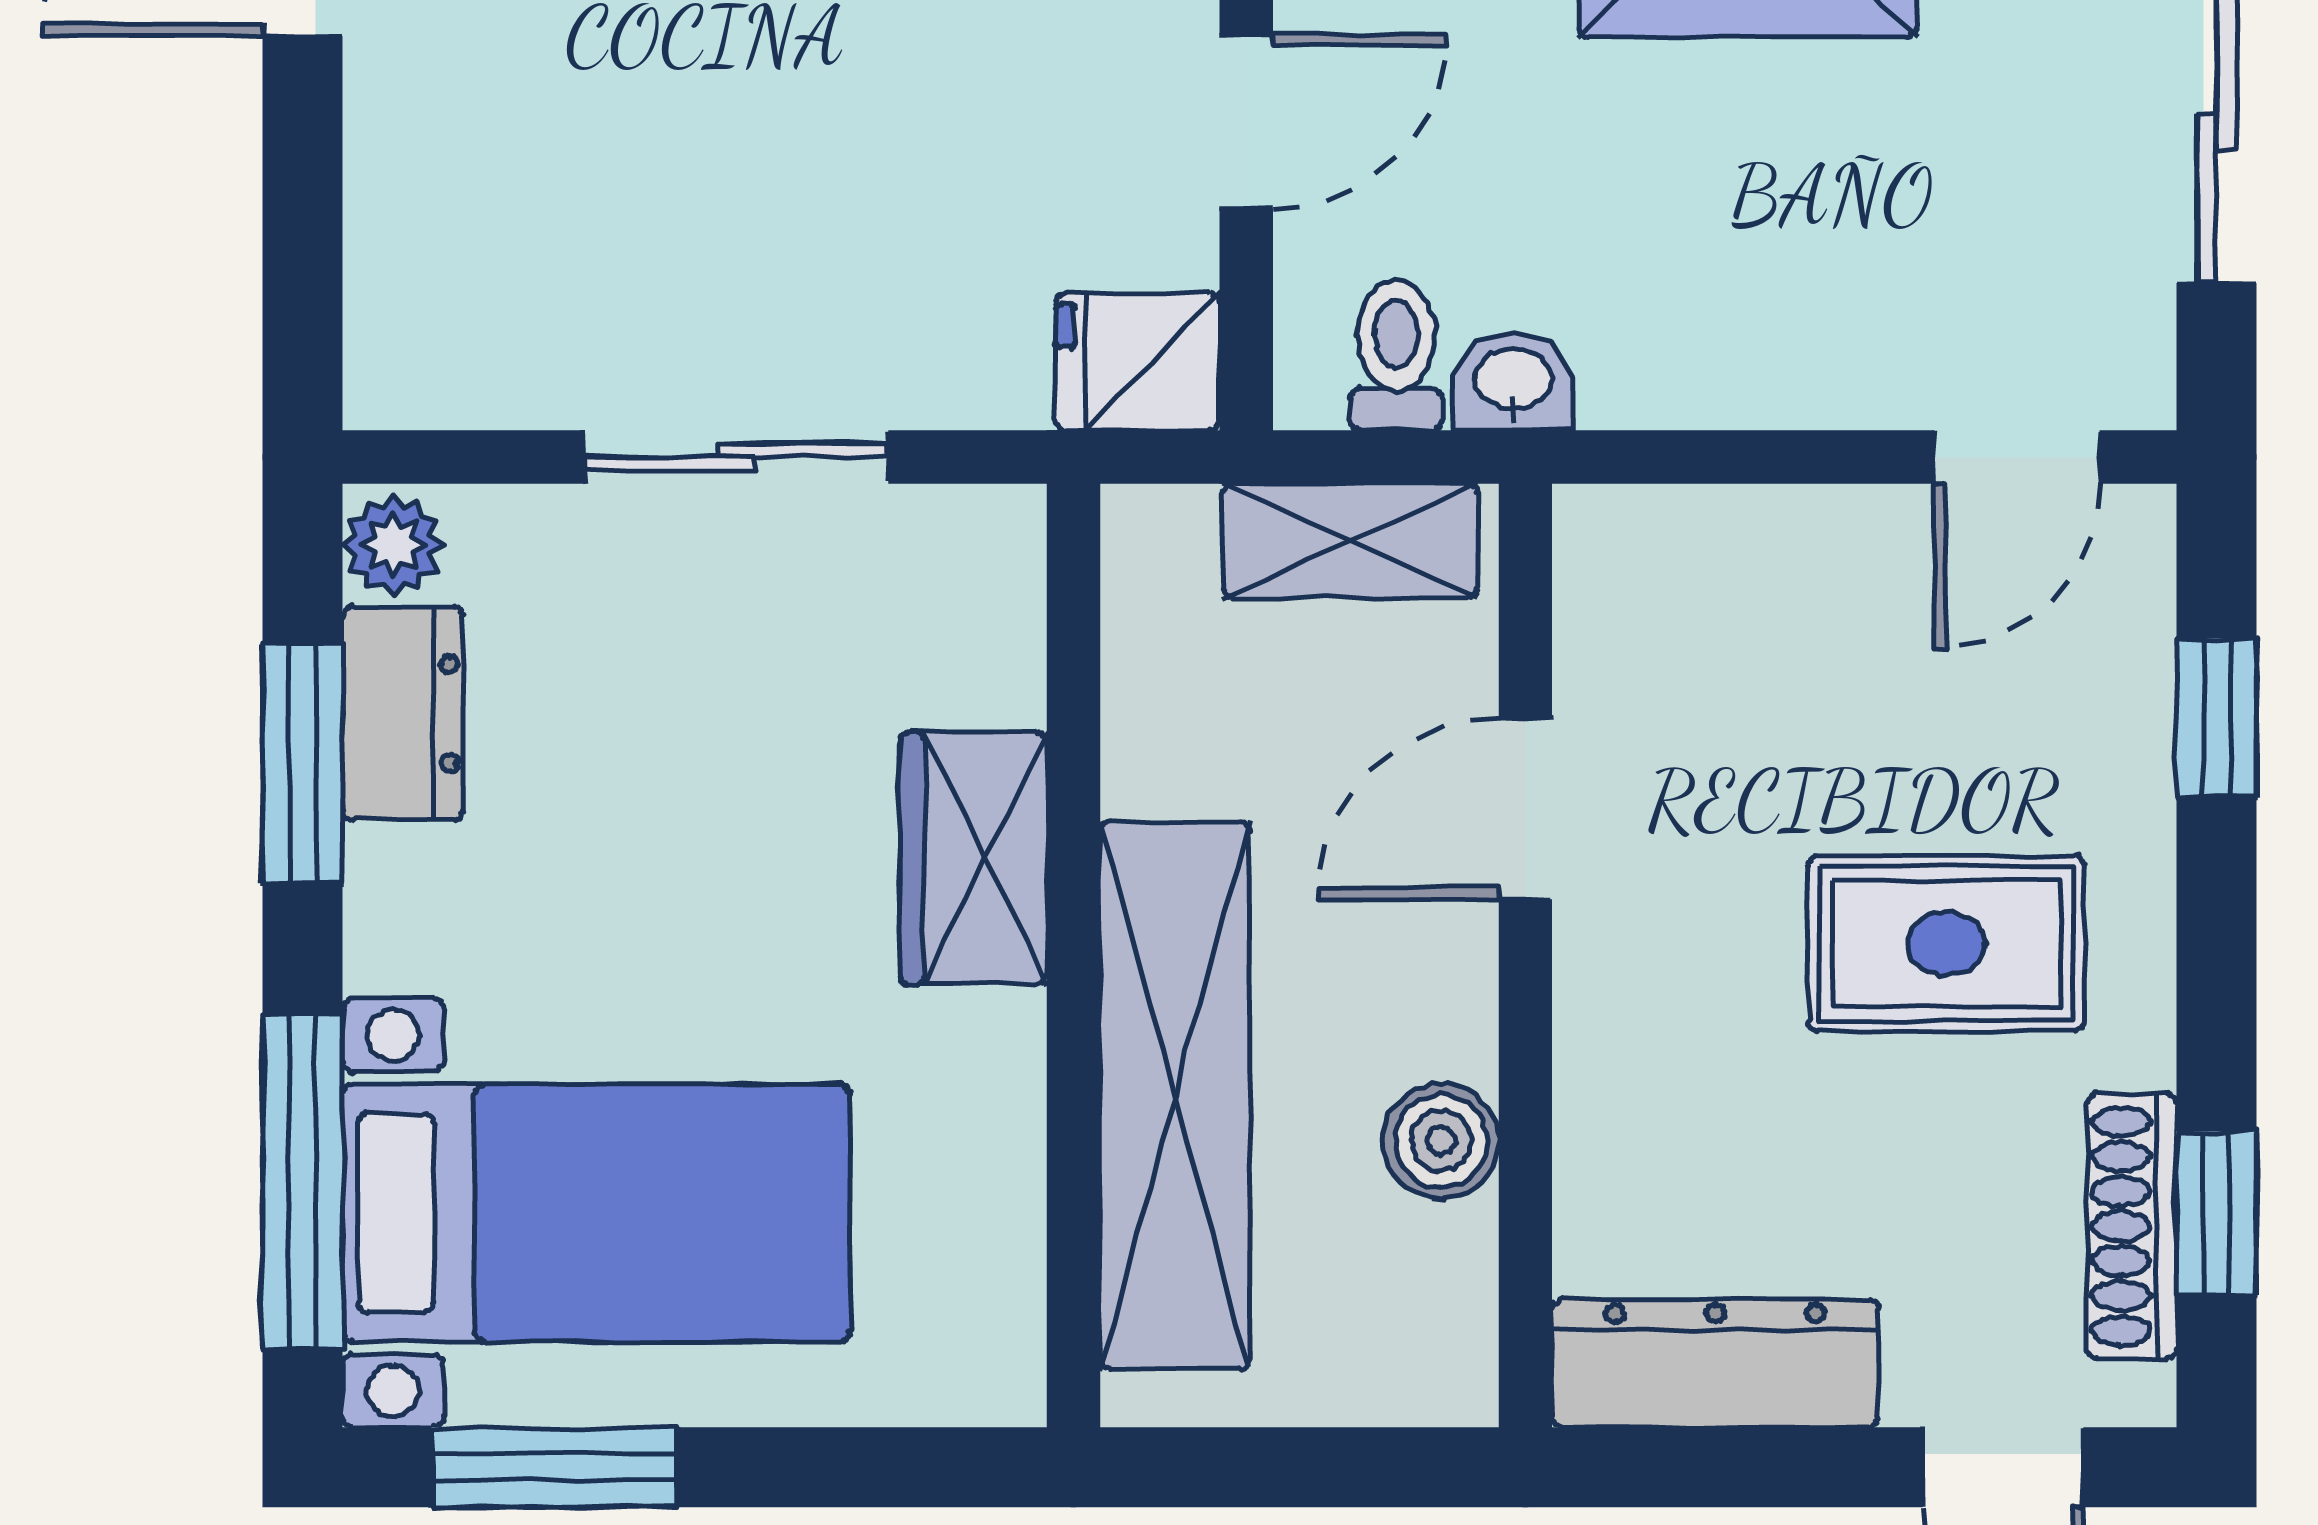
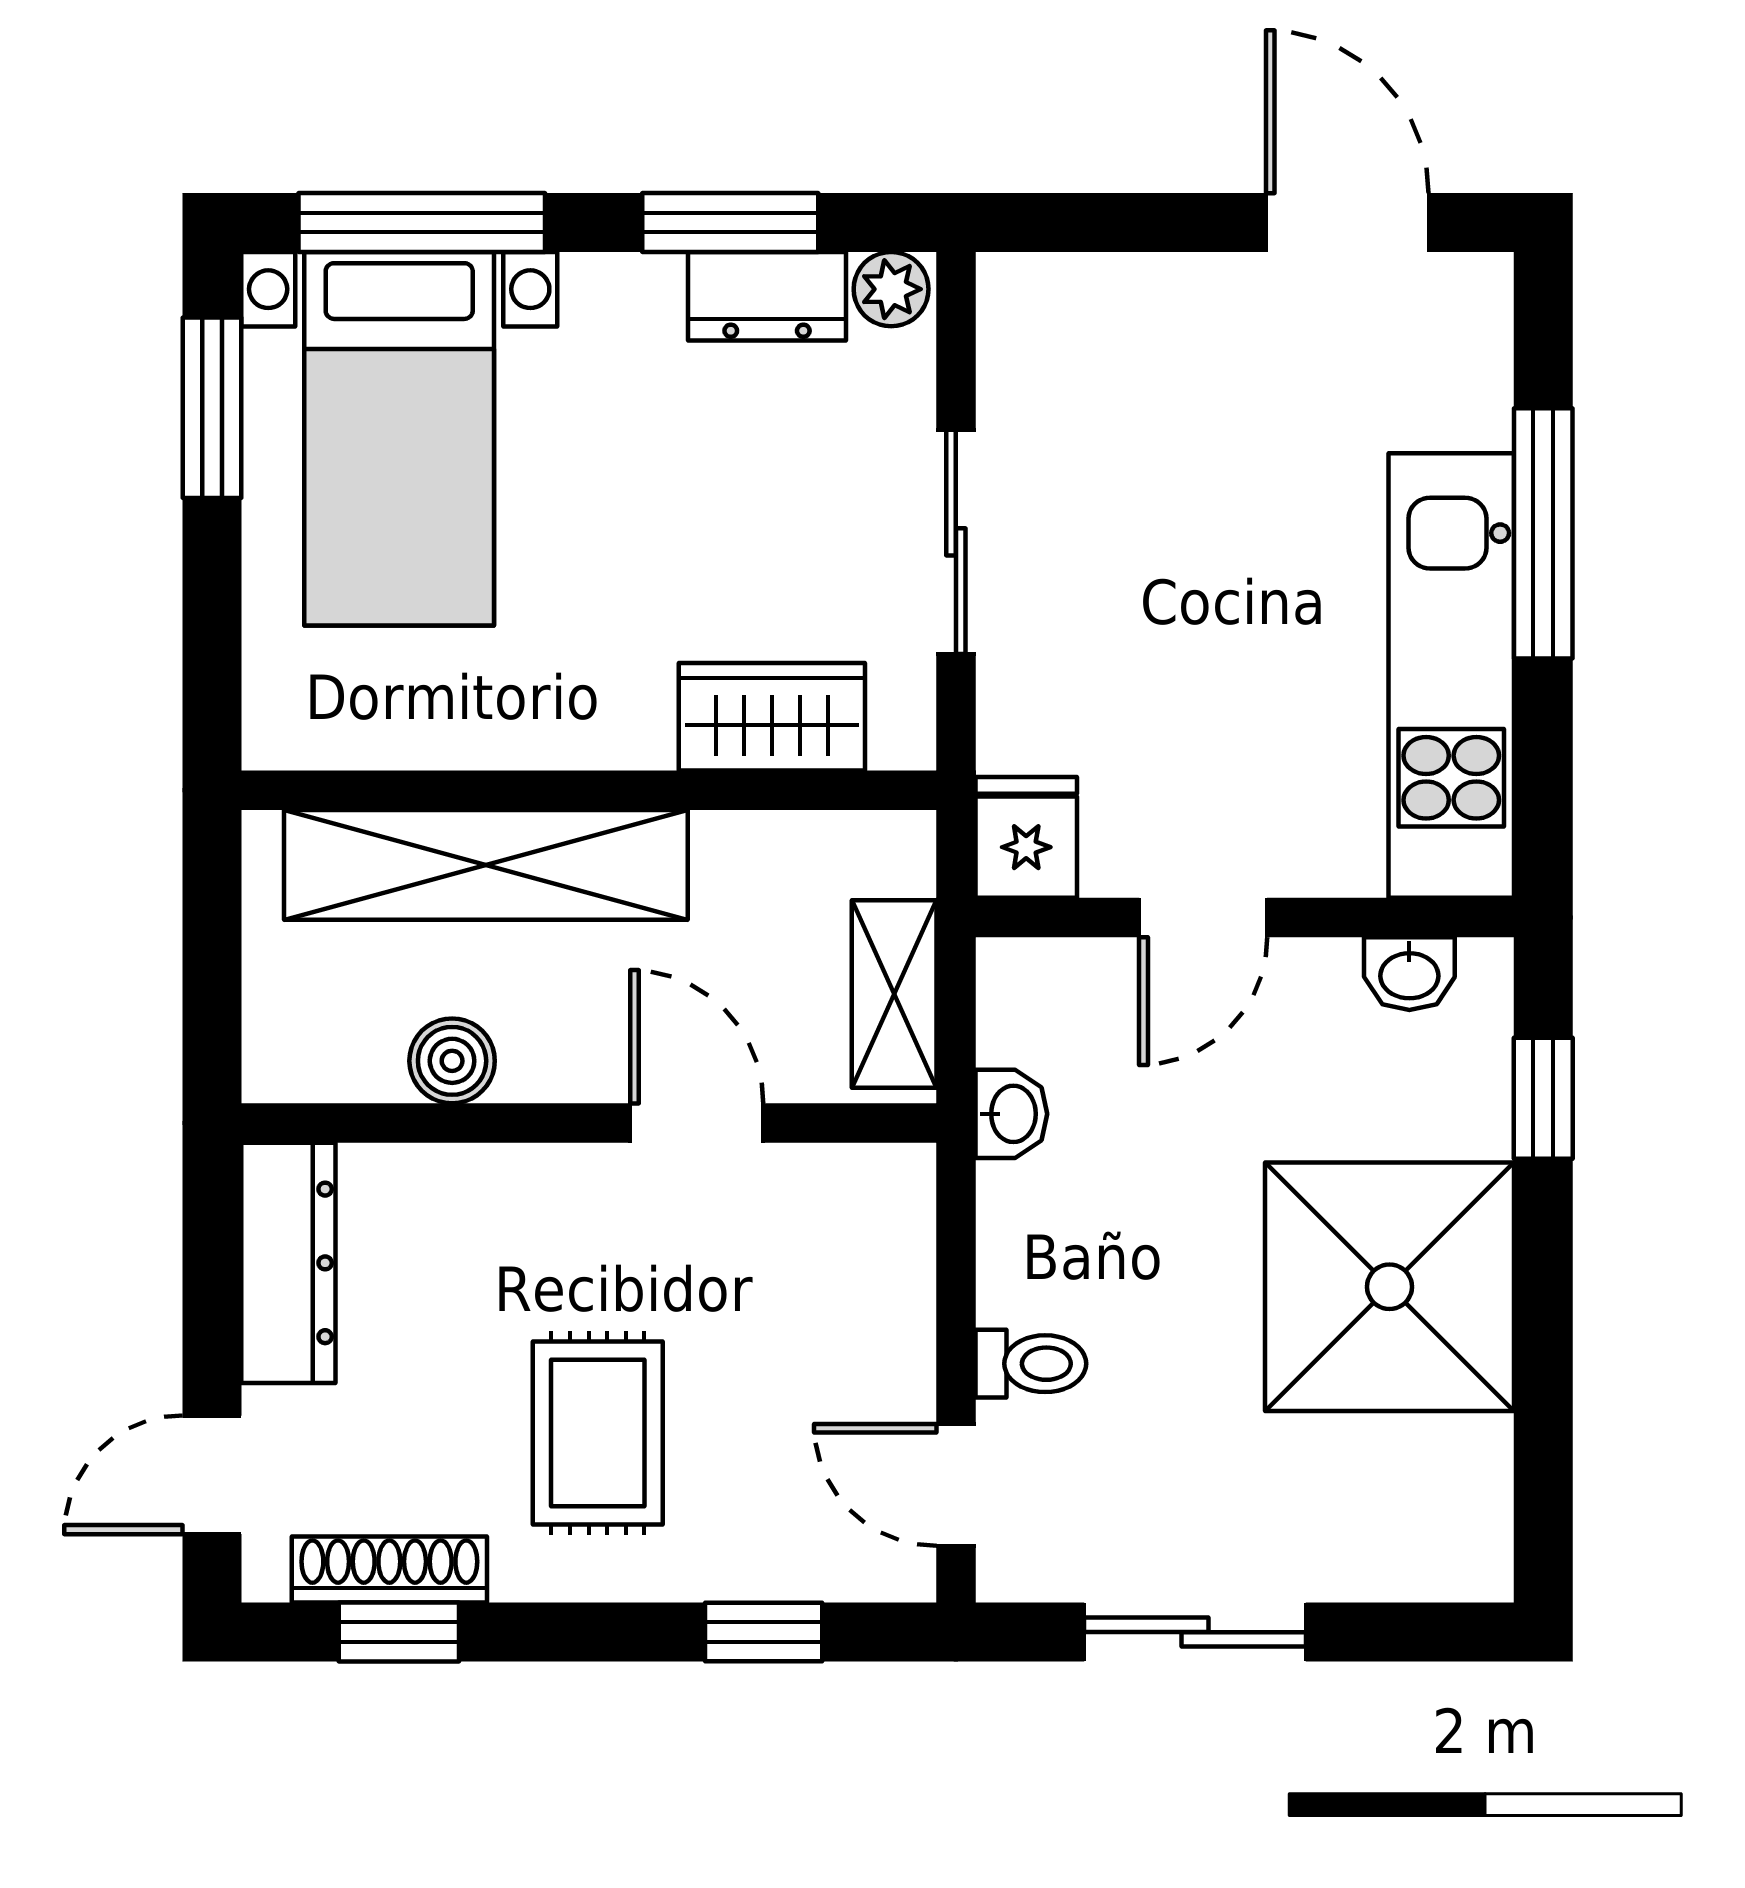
door: (1246, 121) -> (1203, 917), hinge flipped
toilet: (1396, 355) -> (1031, 1364), moved
wardrobe: (974, 858) -> (772, 717), moved

